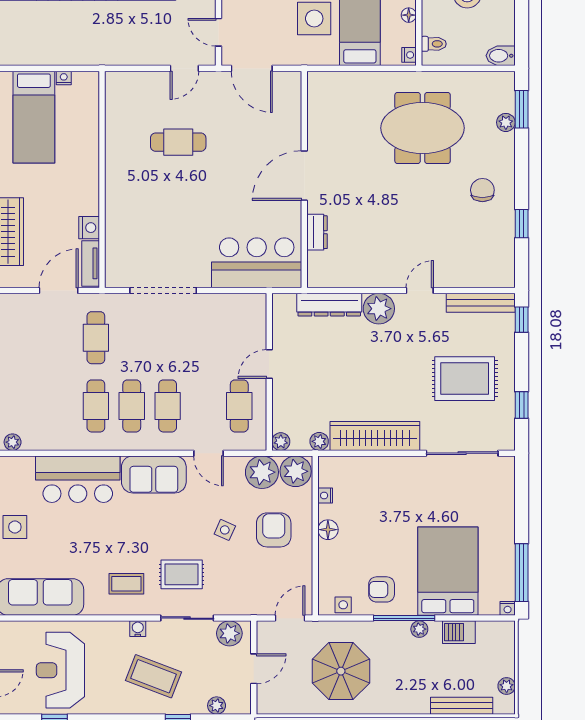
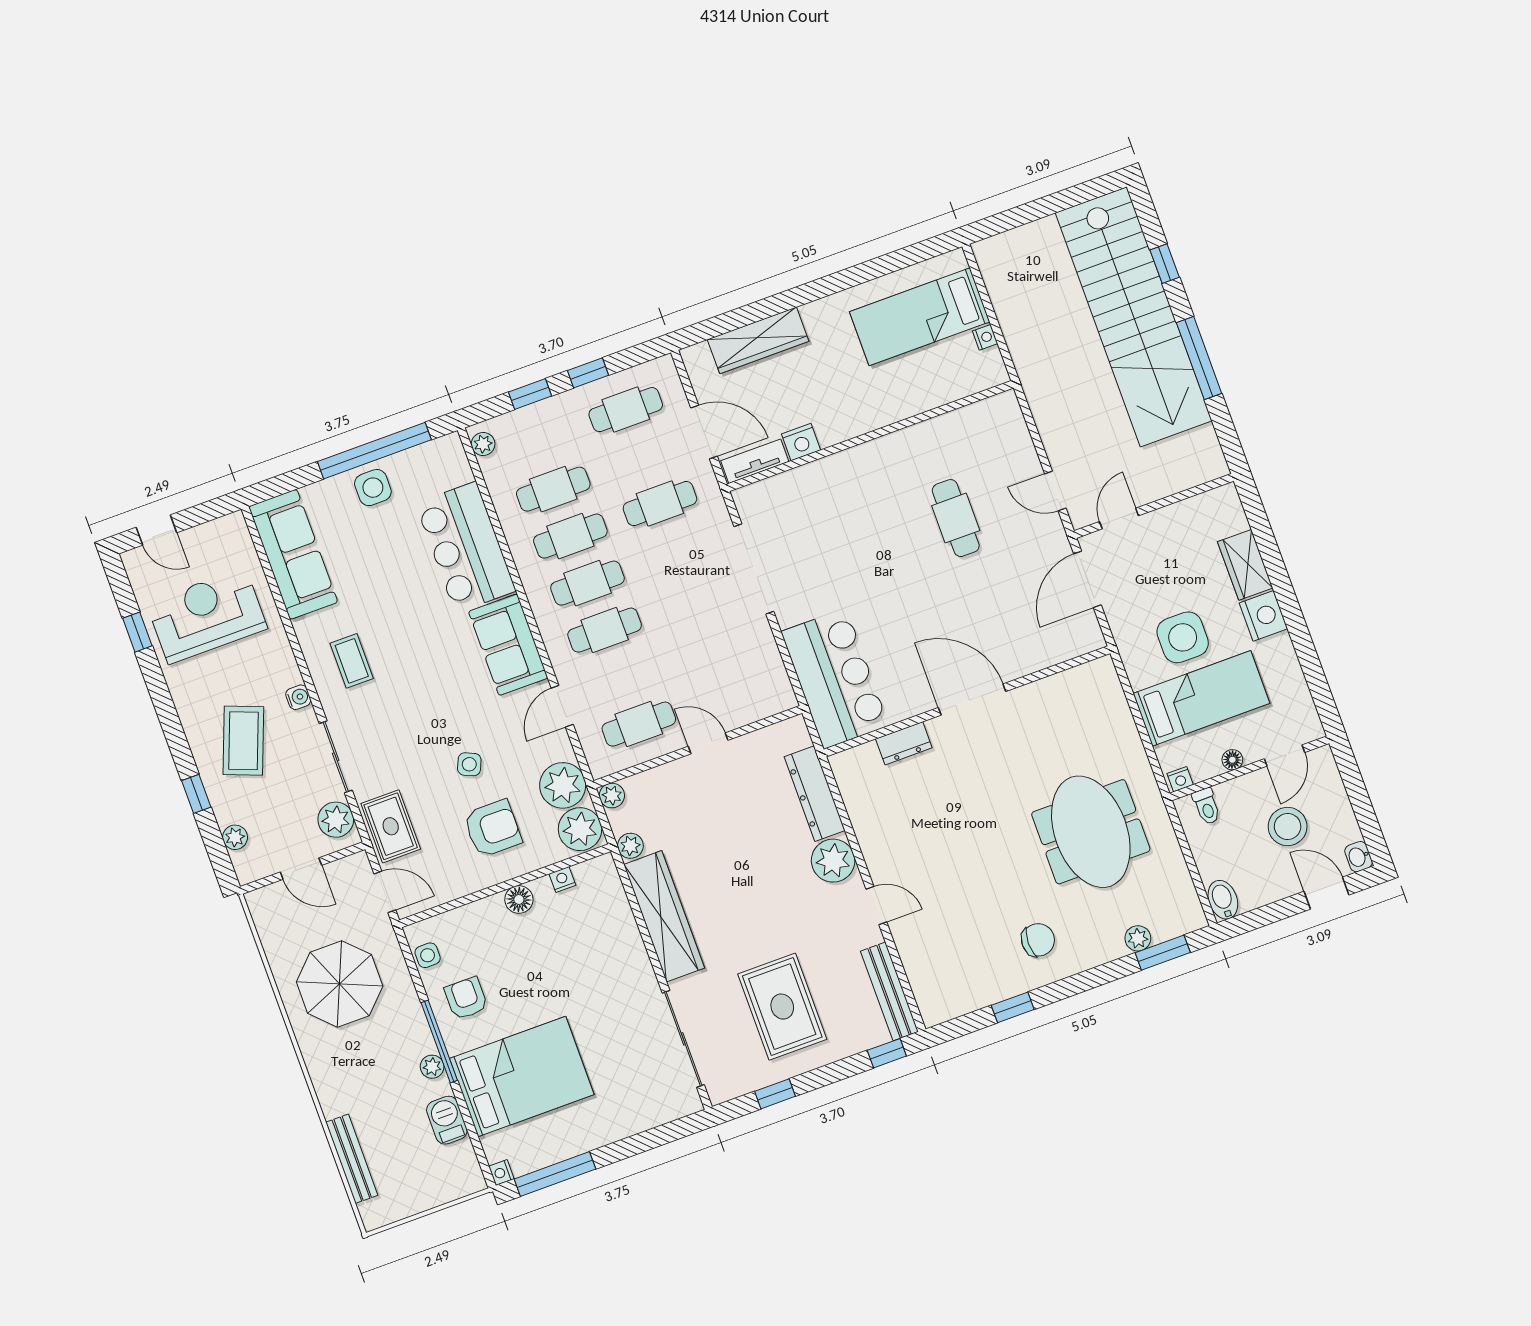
cafe table: (24, 338) -> (626, 410), added
cafe table: (60, 406) -> (553, 489), added
rug: (182, 574) -> (391, 826), moved
plant: (507, 686) -> (399, 1208), removed

